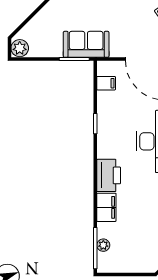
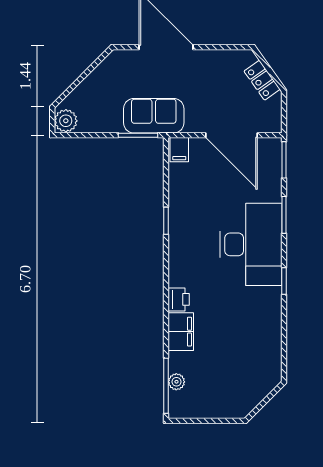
filing cabinet: (106, 83) -> (179, 150), moved, turned 90
printer: (109, 175) -> (179, 299), width x0.53, depth x0.68

